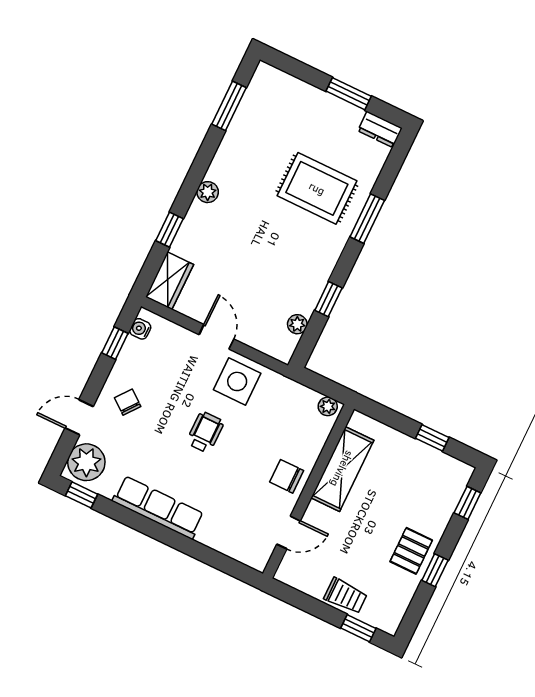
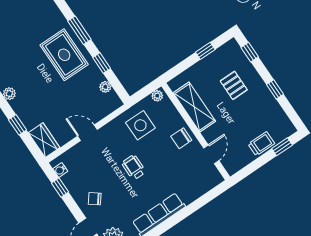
rug: (317, 188) -> (64, 55), moved, turned 90
window: (367, 219) -> (79, 30), moved
side table: (237, 381) -> (140, 125), moved
pallet: (411, 551) -> (234, 85), moved

